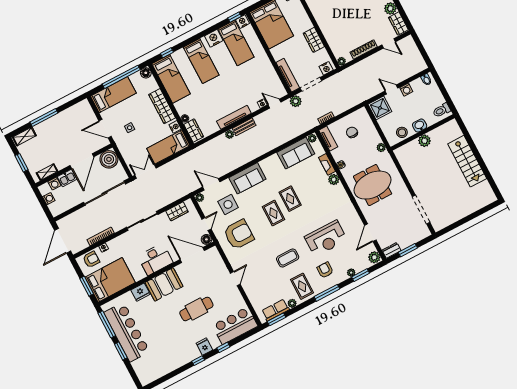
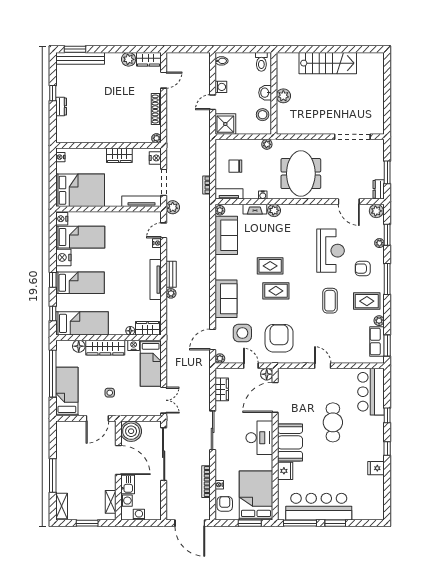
window: (234, 17) -> (53, 280), moved
floor lamp: (146, 73) -> (79, 346), moved
double door: (145, 172) -> (164, 400), swing flipped
fridge: (204, 347) -> (376, 468), moved

